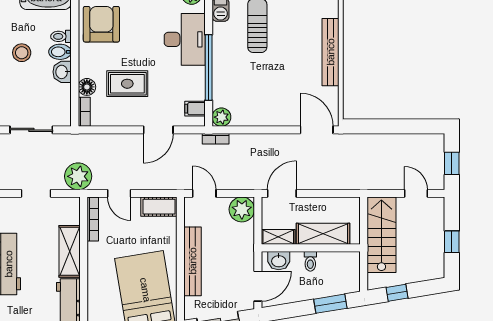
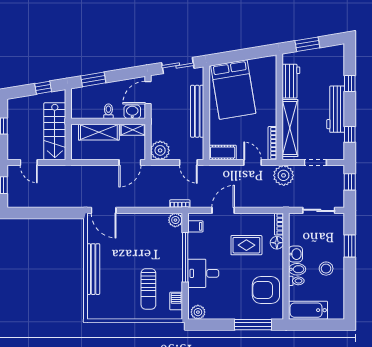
armchair: (101, 24) -> (266, 290), turned 90
desk: (185, 39) -> (203, 273), width x0.73
shelving: (70, 251) -> (290, 128), width x1.47

